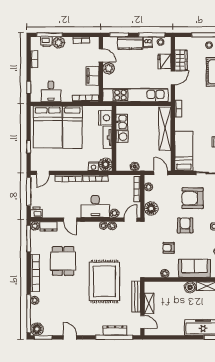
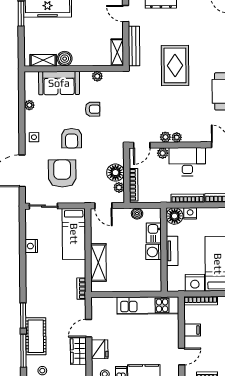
door: (101, 55) -> (182, 356), swing flipped
plant: (109, 68) -> (172, 340), removed
filing cabinet: (92, 76) -> (192, 330), width x0.50
kitchen unit: (135, 95) -> (148, 306), width x0.73
nightstand: (105, 118) -> (195, 283), moved, turned -90
kitchen sink: (122, 122) -> (154, 233), moved
shelving: (165, 129) -> (98, 263), width x0.68
armchair: (193, 198) -> (62, 173), turned -90
floor lamp: (151, 209) -> (115, 173), moved
rug: (104, 281) -> (175, 65), width x0.73, depth x0.69
shelving: (149, 303) -> (117, 52), moved

